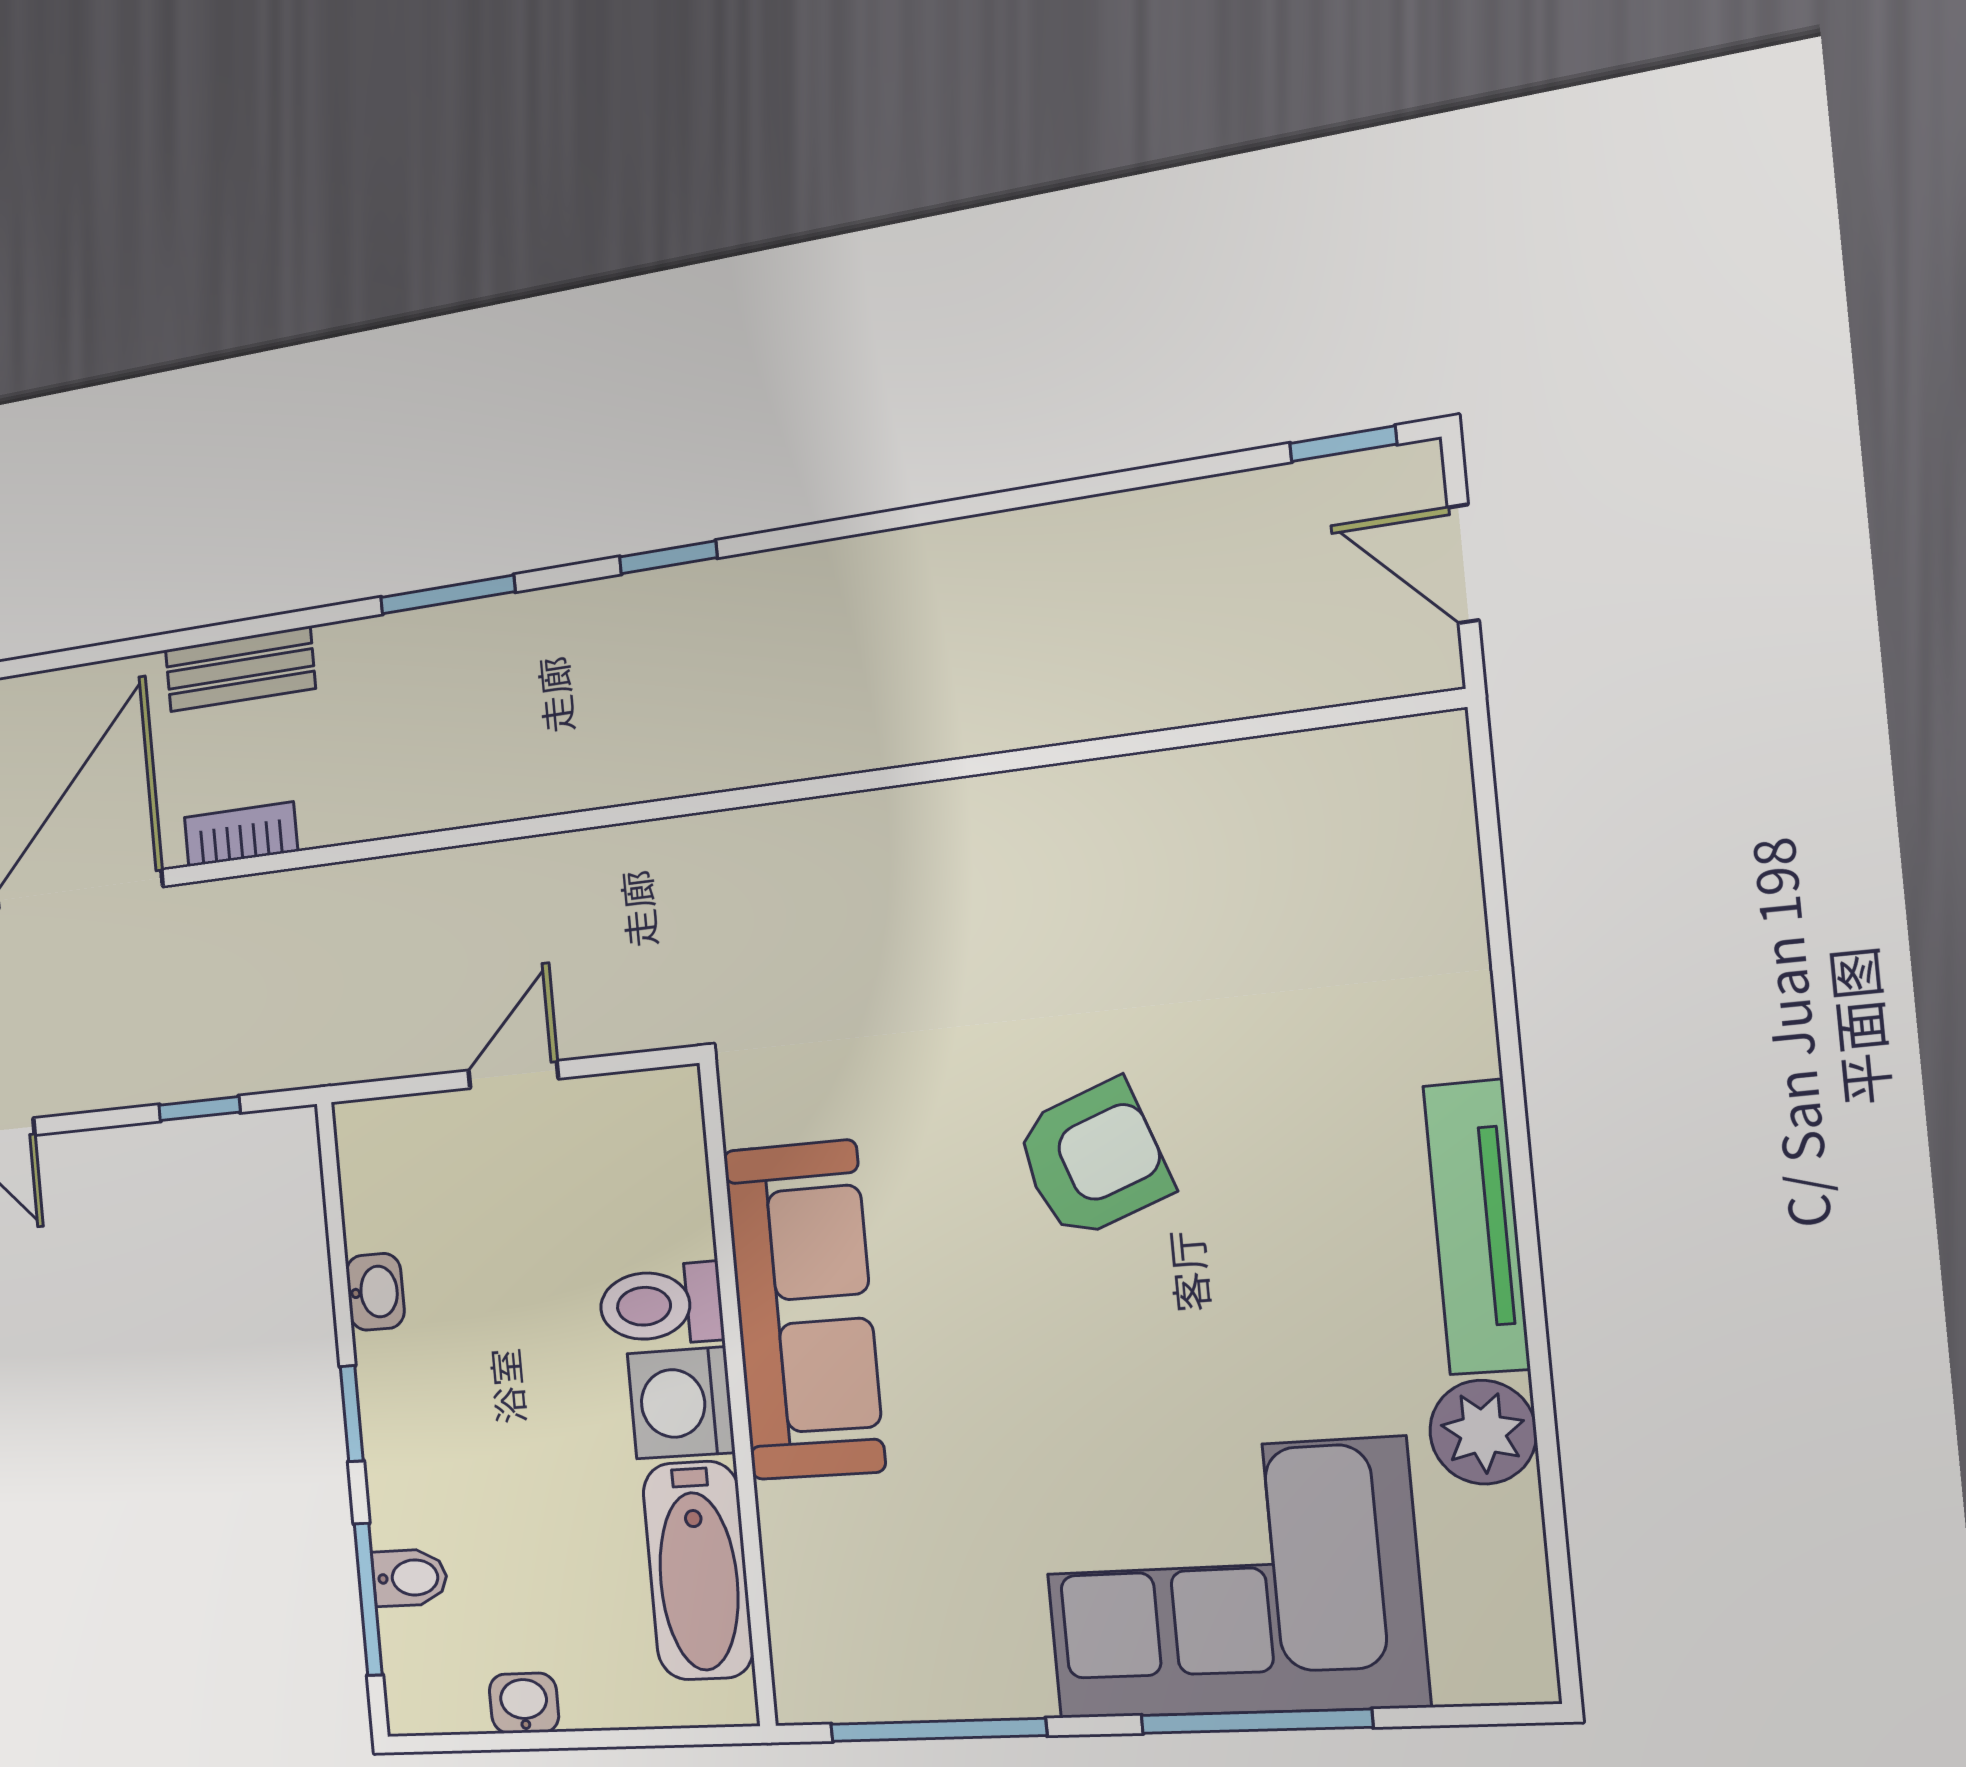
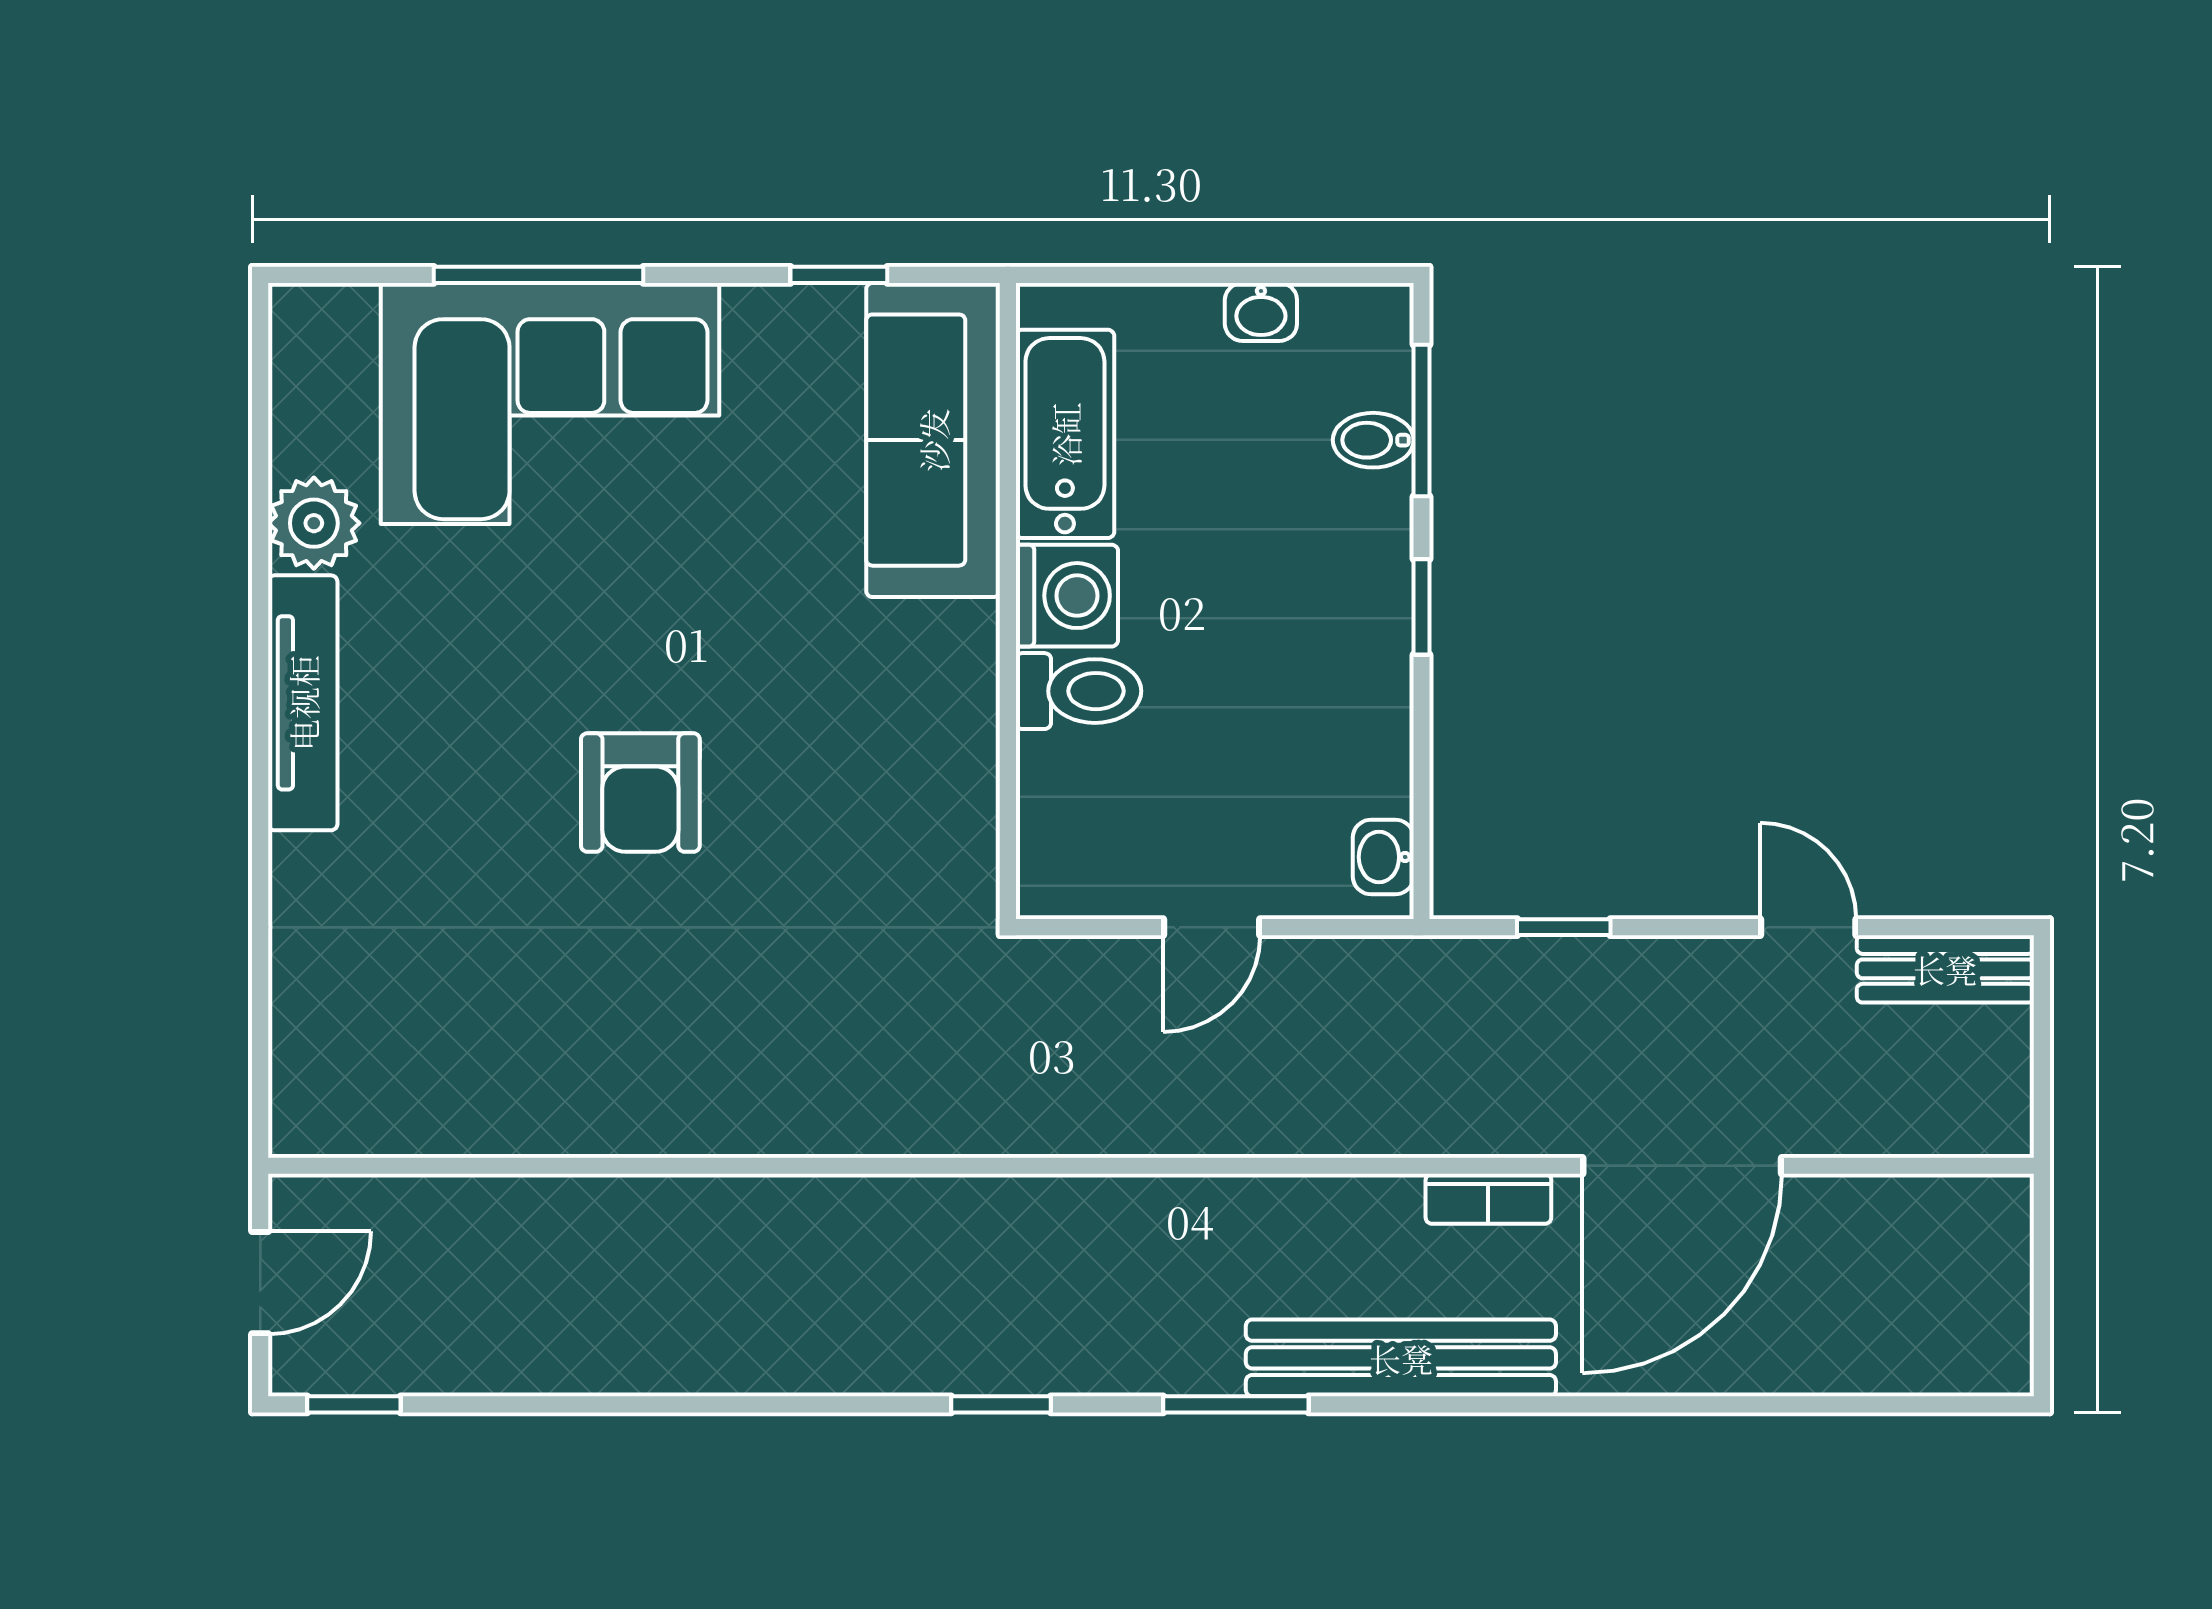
door: (1463, 564) -> (260, 1283), hinge flipped
bench: (240, 669) -> (1401, 1358), width x1.86, depth x1.21
armchair: (1093, 1160) -> (640, 792), turned -70
washbasin: (375, 1292) -> (1383, 857), moved
sofa: (804, 1310) -> (933, 440), moved
window: (938, 1730) -> (839, 275), width x0.46

